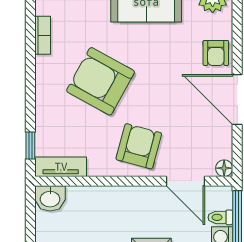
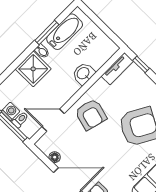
floor lamp: (224, 168) -> (55, 157), moved
washbasin: (50, 198) -> (83, 74), moved

